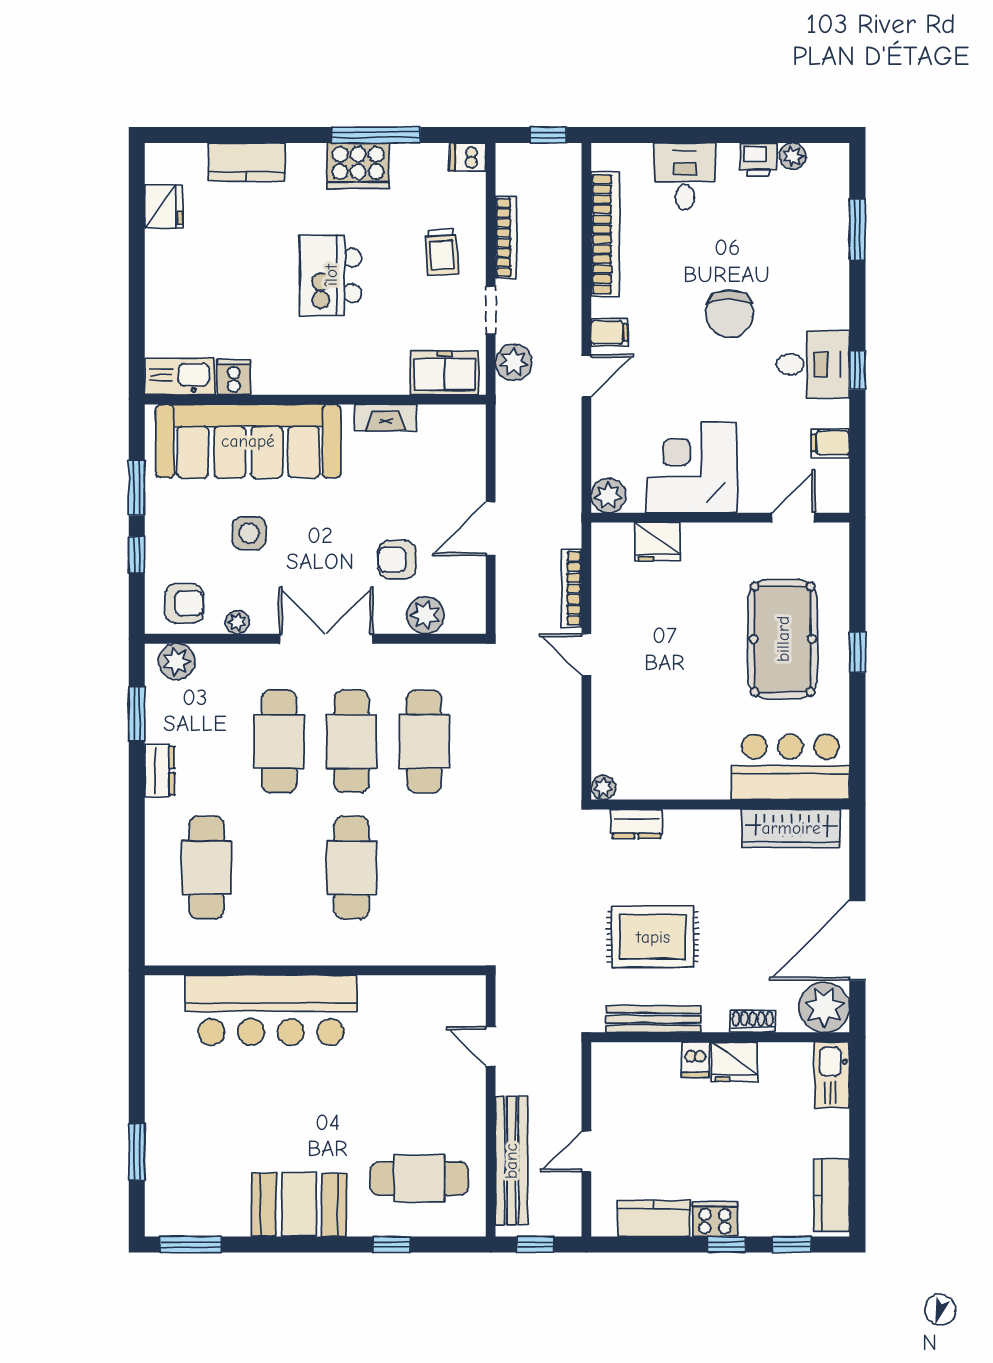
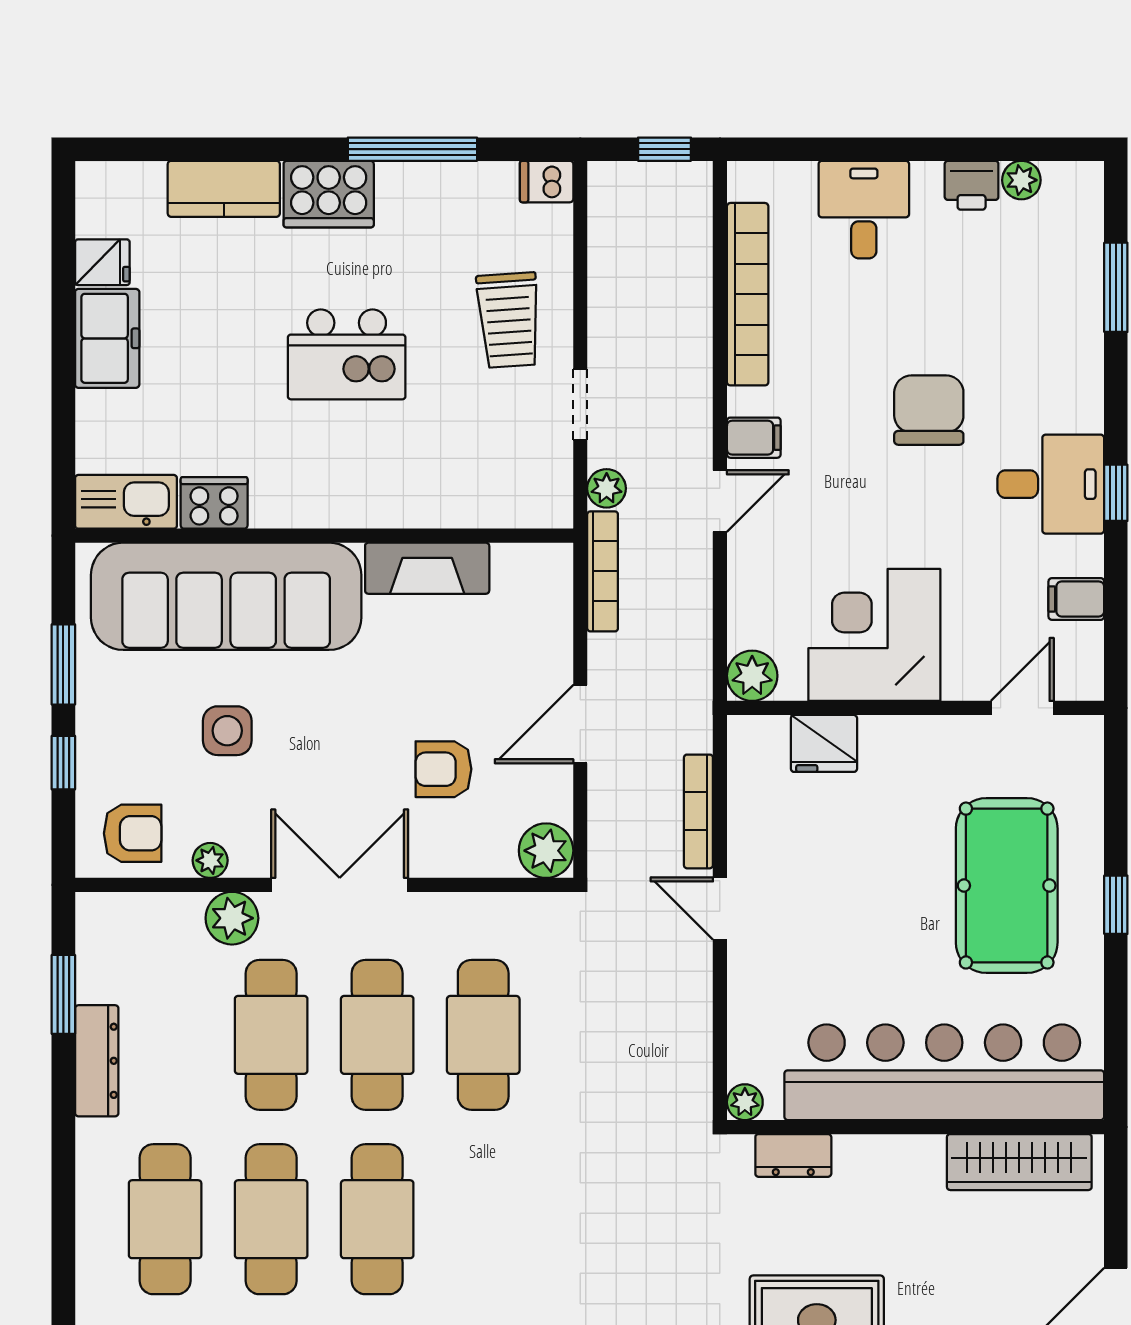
cooker: (358, 166) -> (329, 194), moved
fridge: (163, 206) -> (102, 262), width x0.72
bookcase: (506, 238) -> (603, 571), moved
trolley: (442, 252) -> (509, 320), width x1.36, depth x1.39
kitchen island: (331, 275) -> (347, 354), turned -90
chair: (729, 314) -> (929, 410), turned 180
plant: (514, 362) -> (607, 488), width x0.73, depth x0.73
freezer: (445, 373) -> (107, 338), moved, turned 90
cooker: (234, 377) -> (214, 503), width x1.36
fireplace: (386, 418) -> (427, 568), width x1.37, depth x1.32
plant: (425, 615) -> (546, 851), moved
plant: (177, 662) -> (232, 918), moved
bar counter: (790, 767) -> (944, 1072), width x1.86
dresser: (160, 771) -> (97, 1061), width x1.44
cafe table: (279, 868) -> (271, 1219), added

